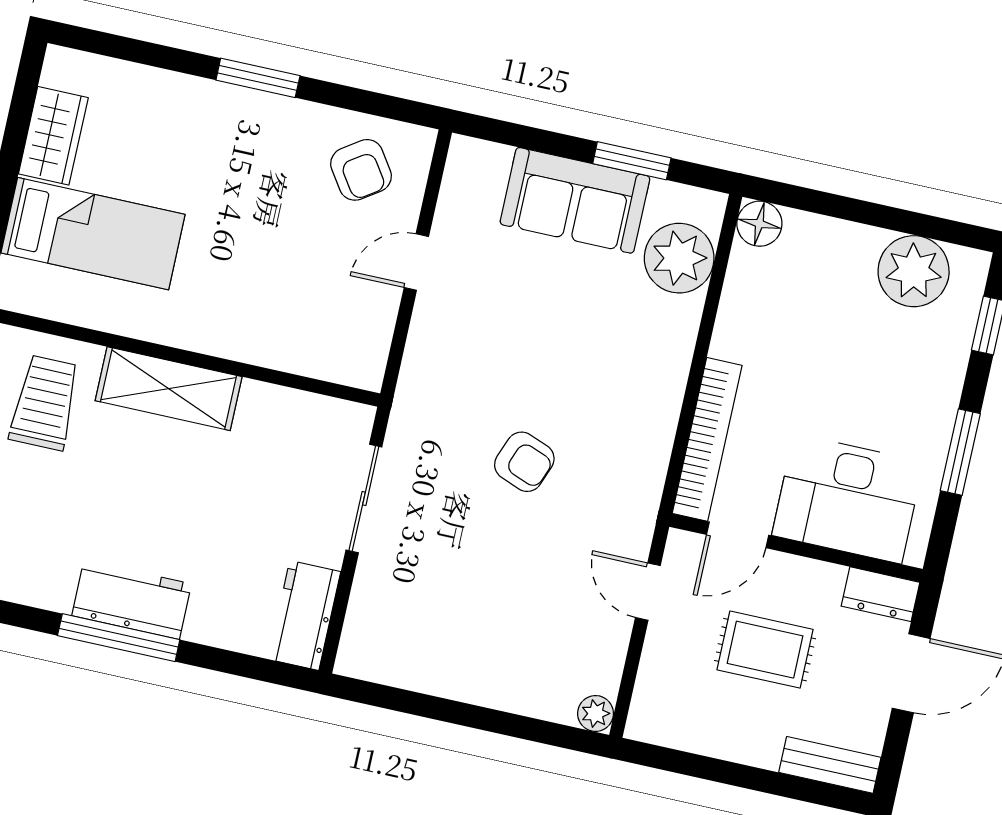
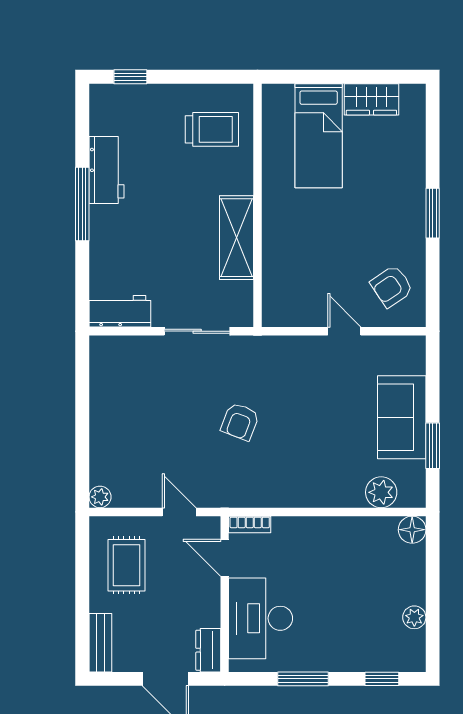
plant: (679, 258) -> (381, 492), width x0.73, depth x0.73
plant: (914, 271) -> (414, 617), width x0.53, depth x0.53
shelving: (169, 389) -> (237, 238), moved
bookcase: (707, 439) -> (250, 524), width x0.43, depth x0.76
door: (648, 592) -> (179, 512), hinge flipped
workbench: (132, 600) -> (106, 170), moved
rug: (765, 650) -> (126, 565), moved

